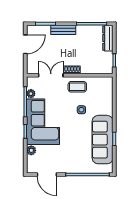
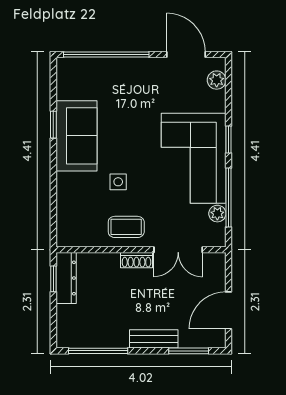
dresser: (108, 38) -> (66, 278), moved
sofa: (103, 140) -> (76, 136), width x0.73
plant: (31, 150) -> (217, 80), moved

